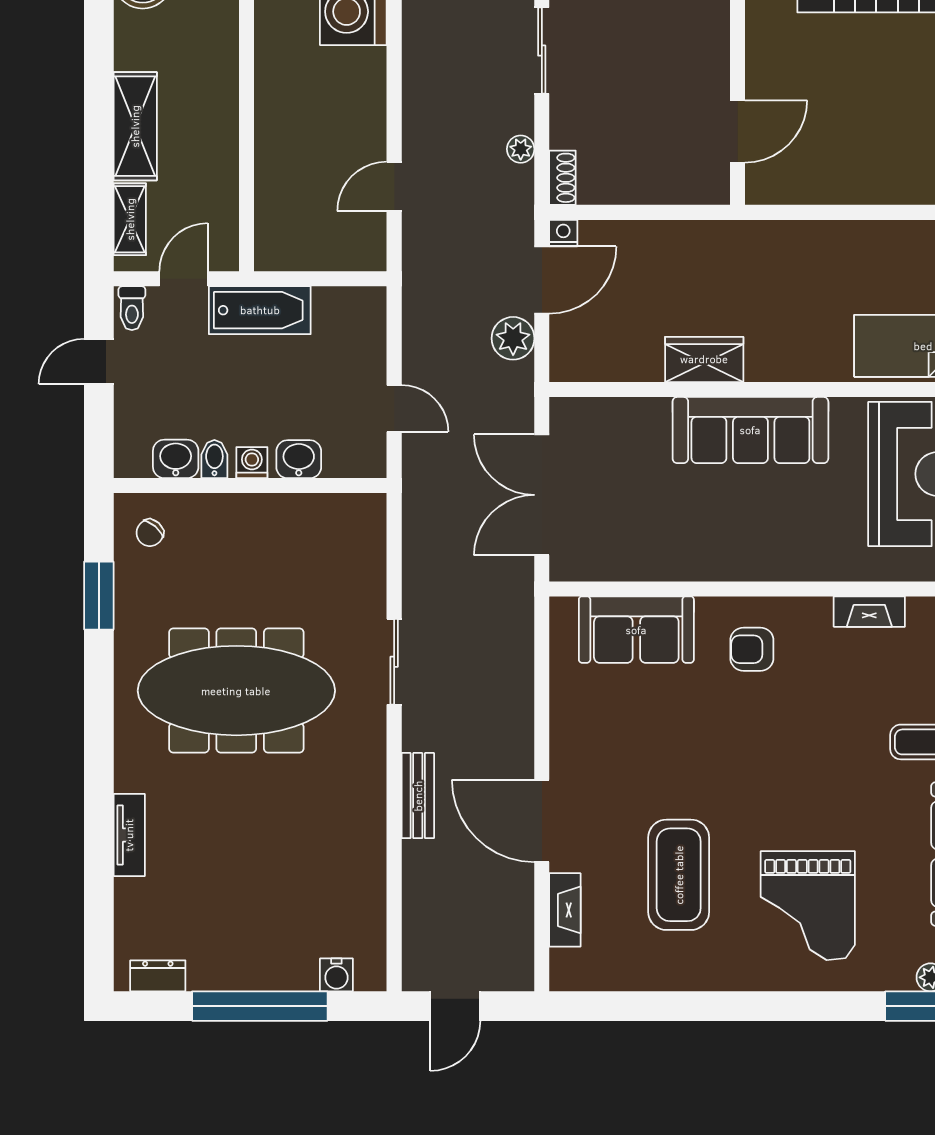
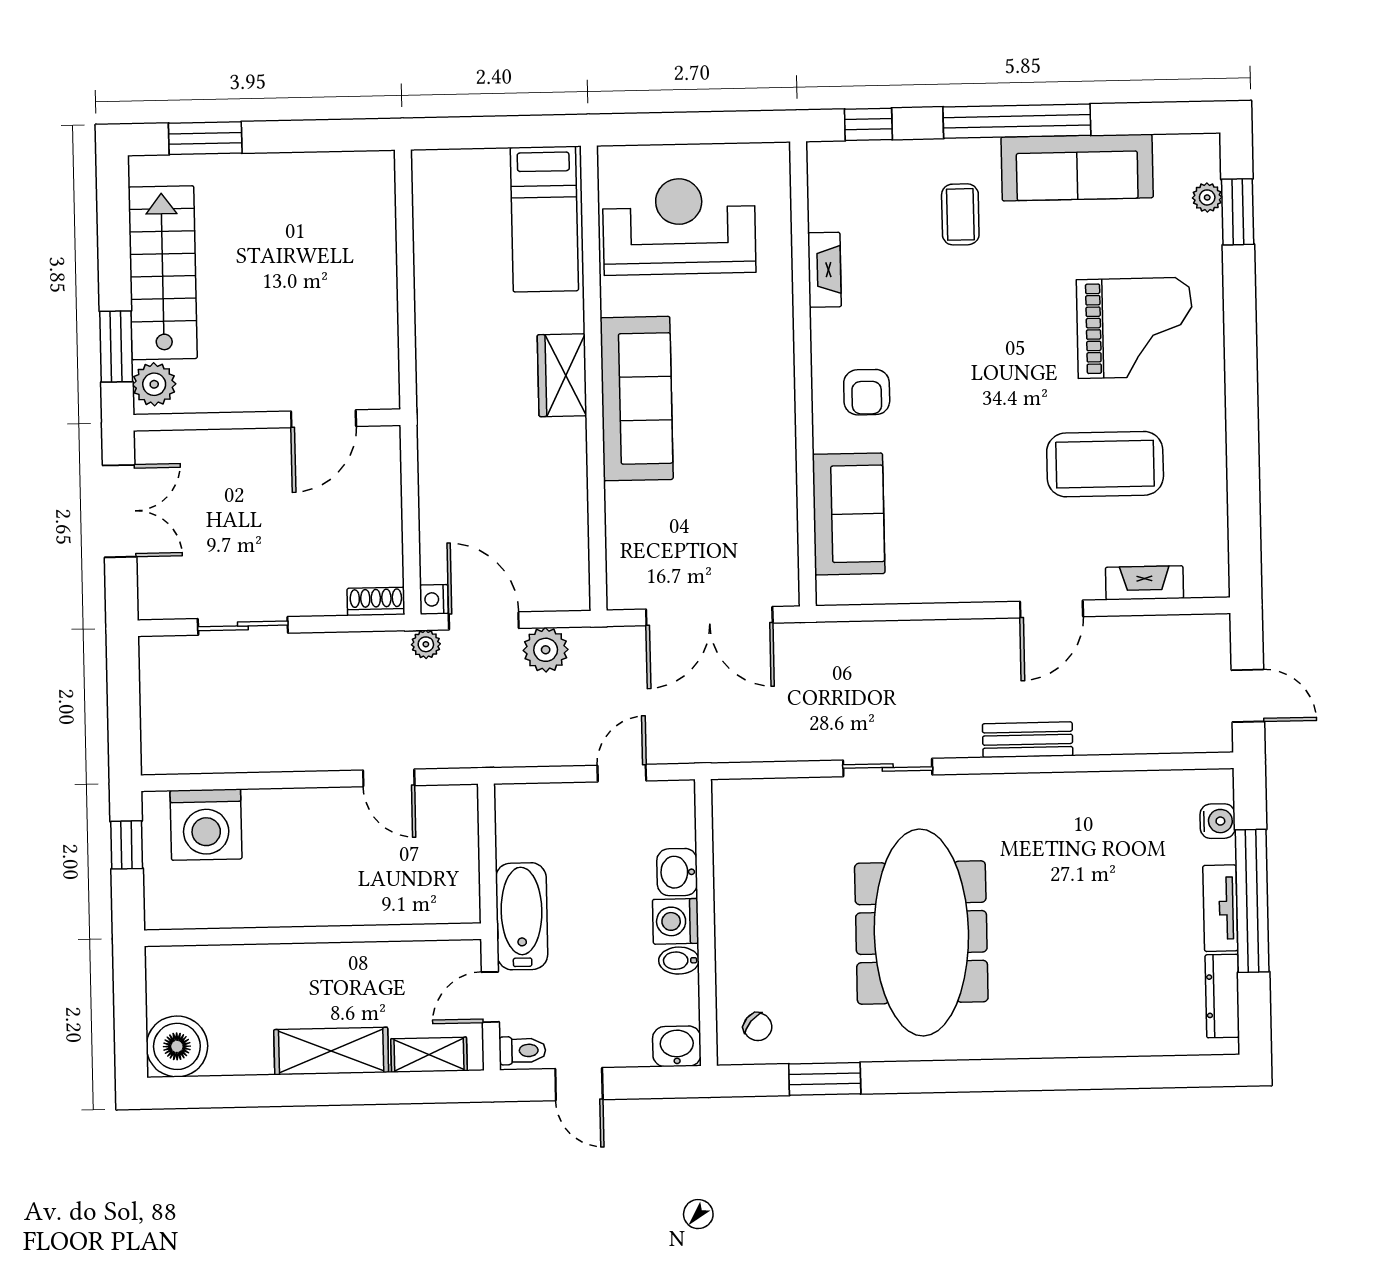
door: (737, 132) -> (324, 419), swing flipped
plant: (521, 149) -> (426, 644), moved
door: (183, 279) -> (490, 997), hinge flipped
wardrobe: (704, 359) -> (562, 375), moved
washbasin: (176, 459) -> (677, 1046), moved, turned 90
washing machine: (252, 463) -> (676, 921), width x1.38, depth x1.38
door: (542, 821) -> (1051, 609), width x0.73
tv unit: (129, 835) -> (1220, 908), moved, turned -90
dresser: (158, 976) -> (1222, 996), width x1.44

